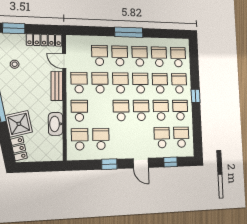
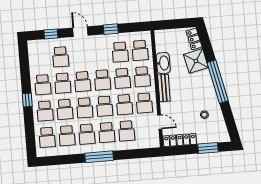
bench: (57, 86) -> (164, 88), moved
school desk: (181, 137) -> (122, 78), moved

